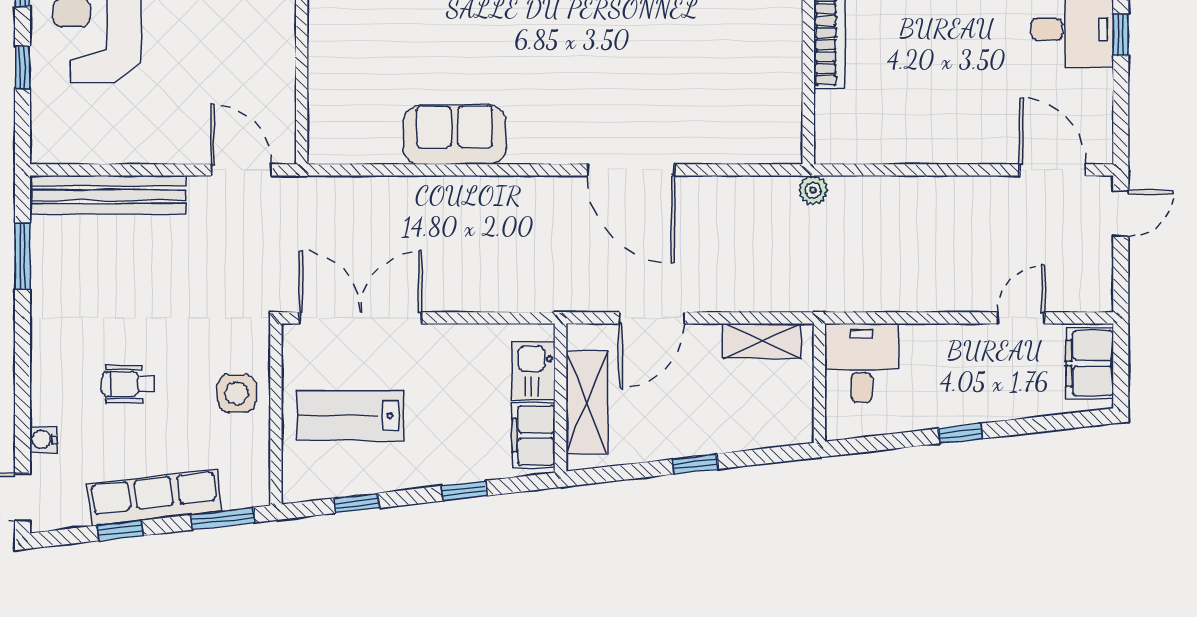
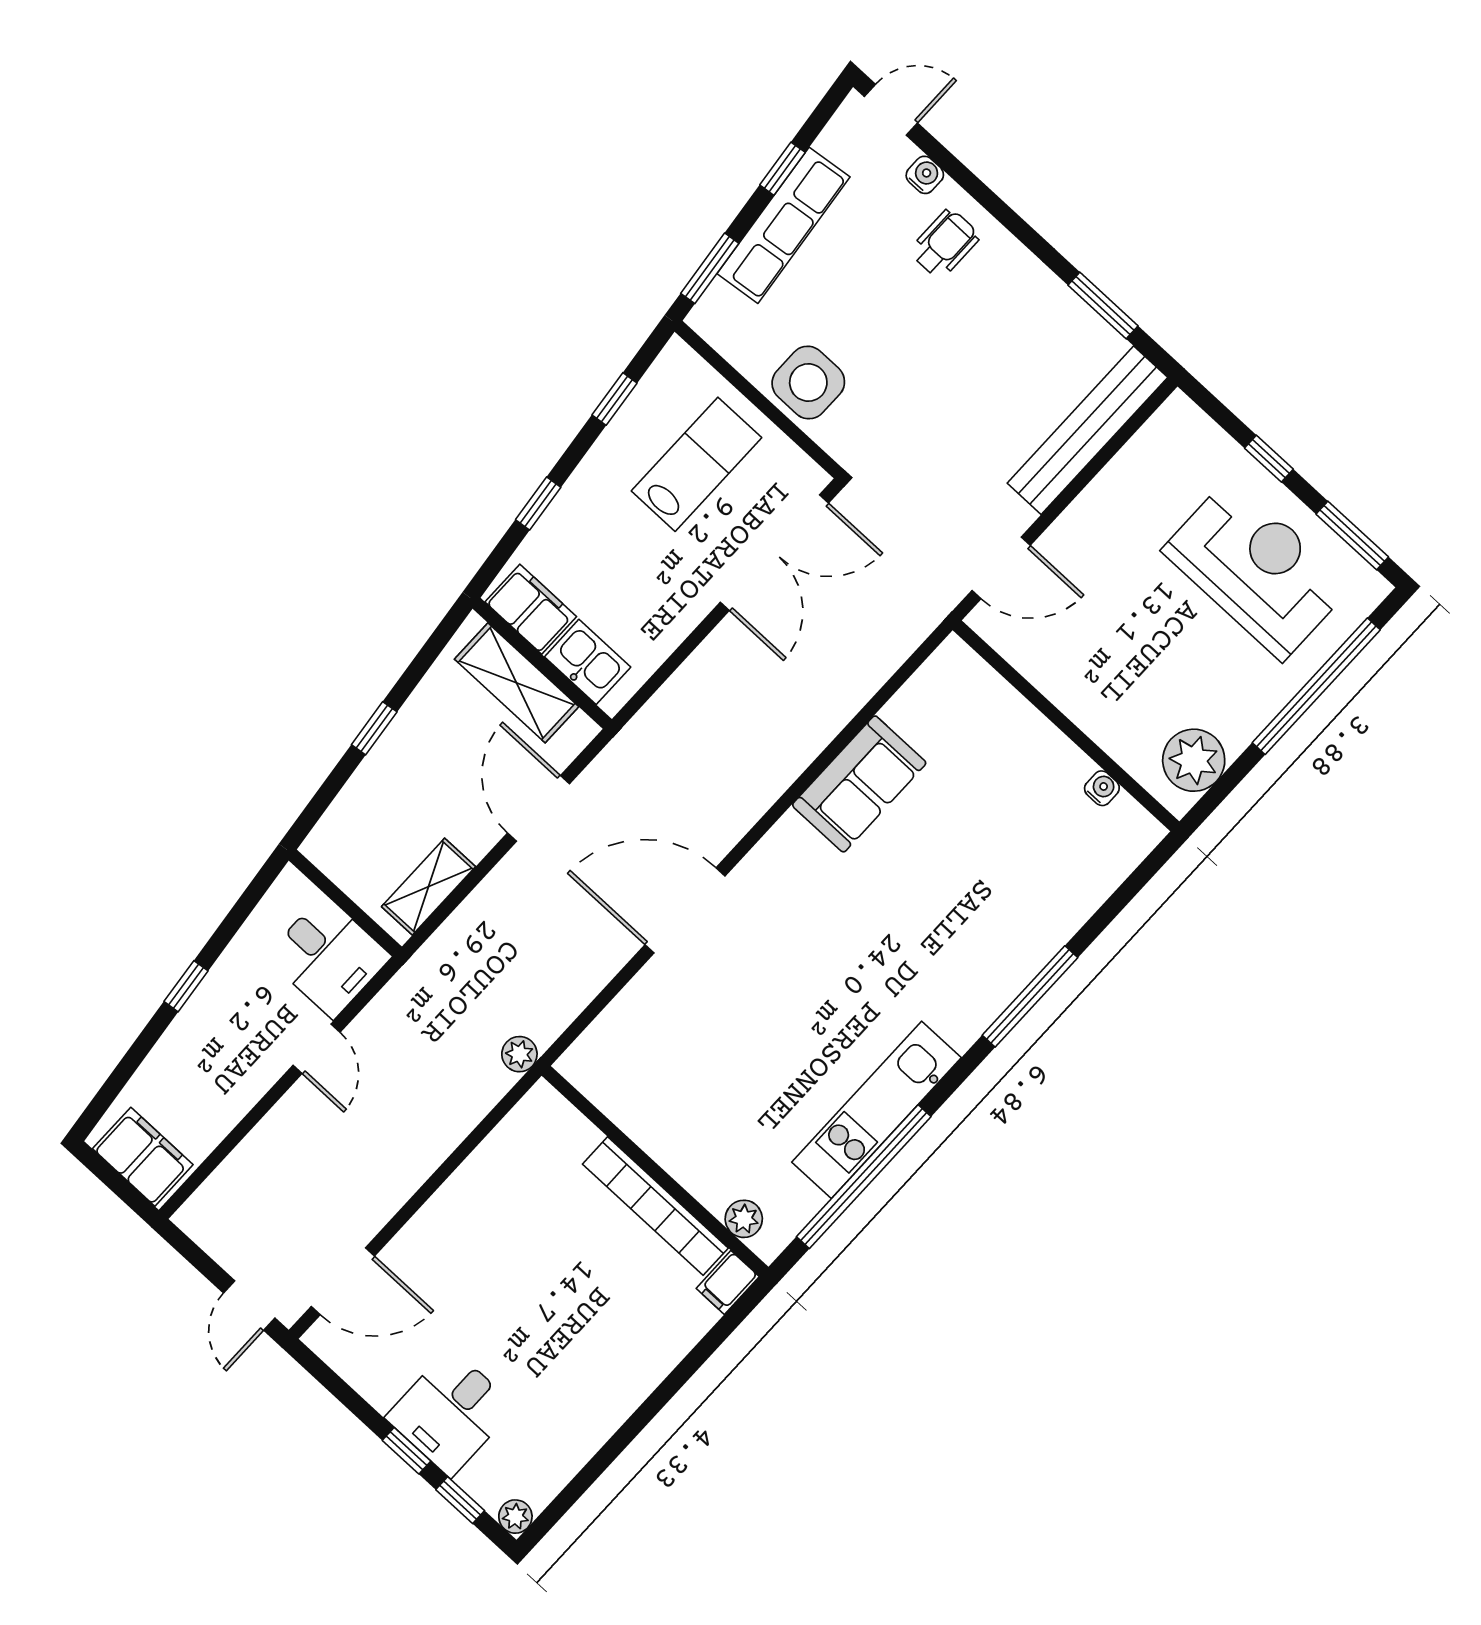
door: (1021, 318) -> (317, 1049), moved
wheelchair: (128, 384) -> (945, 244), moved
side table: (237, 393) -> (808, 383), width x1.37, depth x1.37

